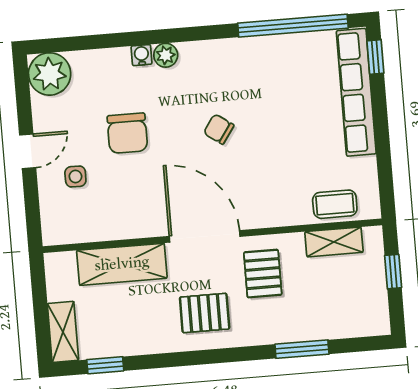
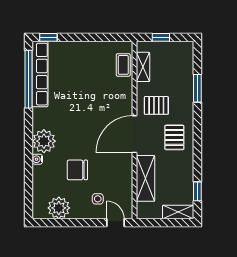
plant: (166, 55) -> (44, 141), width x1.88, depth x1.88
plant: (50, 74) -> (59, 208), moved
row of seats: (356, 92) -> (40, 74), moved, turned -90
chair: (219, 129) -> (79, 122), removed
chair: (127, 133) -> (77, 170), turned 180
door: (28, 151) -> (115, 223), moved

